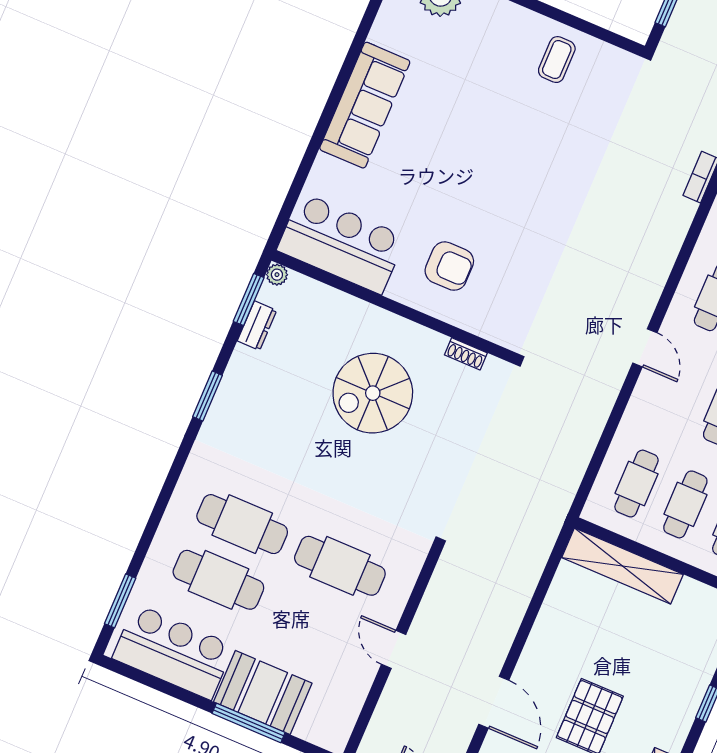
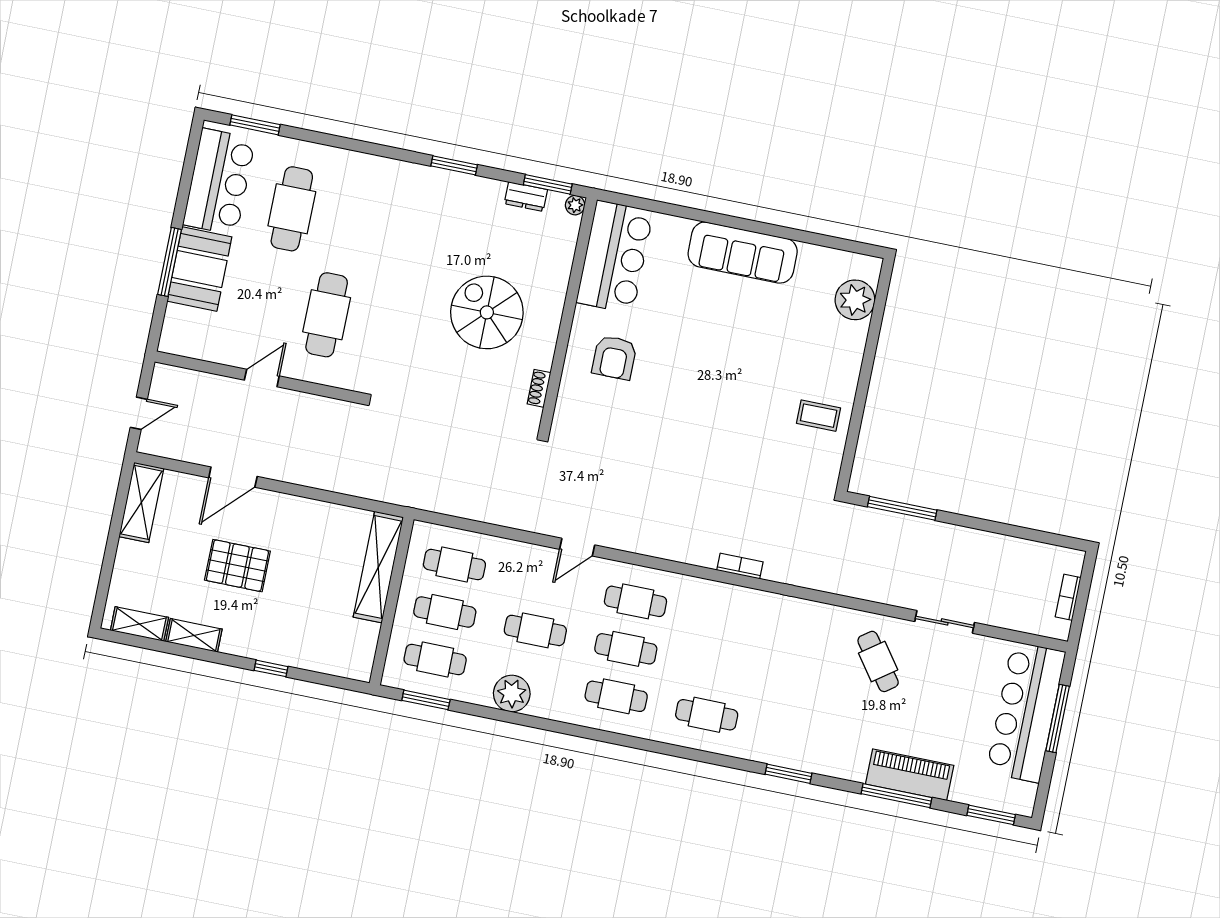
cafe table: (242, 524) -> (346, 220), removed

